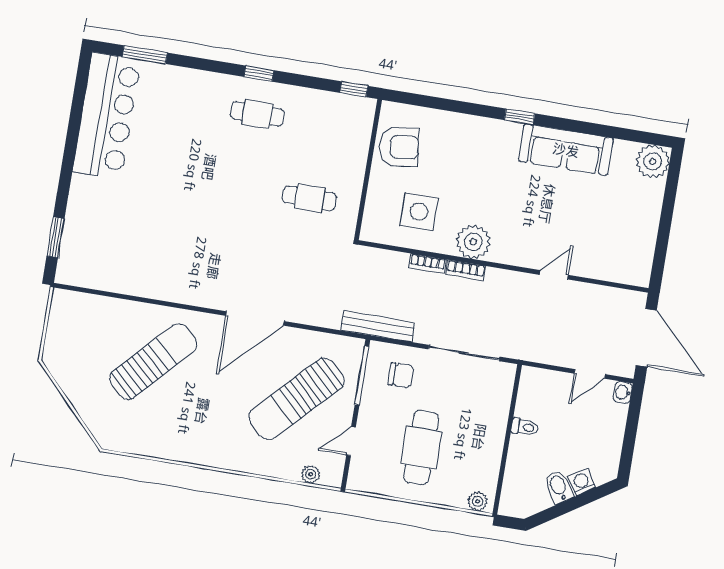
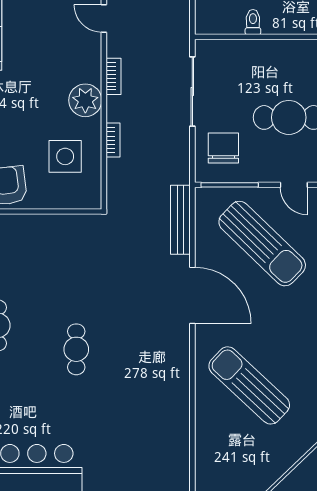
cafe table: (309, 198) -> (76, 349), moved
bookcase: (466, 270) -> (113, 76), moved
bench: (378, 326) -> (180, 220), moved
chair: (401, 375) -> (223, 148), width x1.37, depth x1.37

